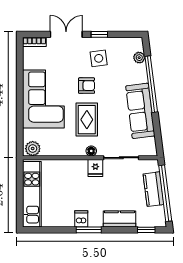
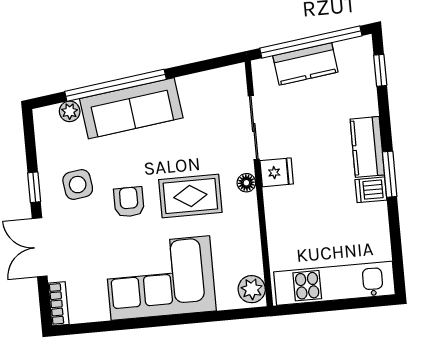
sofa: (140, 111) -> (131, 108), moved
kitchen counter: (119, 219) -> (367, 147), moved

